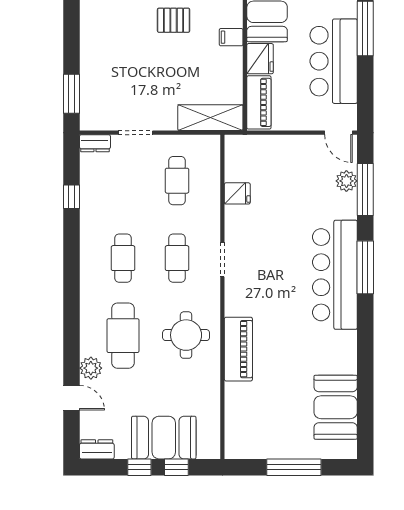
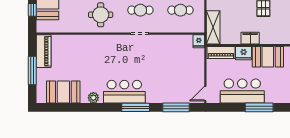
filing cabinet: (231, 37) -> (250, 38), width x2.00
plant: (346, 181) -> (93, 98), moved
fridge: (237, 193) -> (199, 41), moved
bar counter: (335, 275) -> (124, 92), width x0.73
piano: (238, 349) -> (44, 51), moved, turned -90

